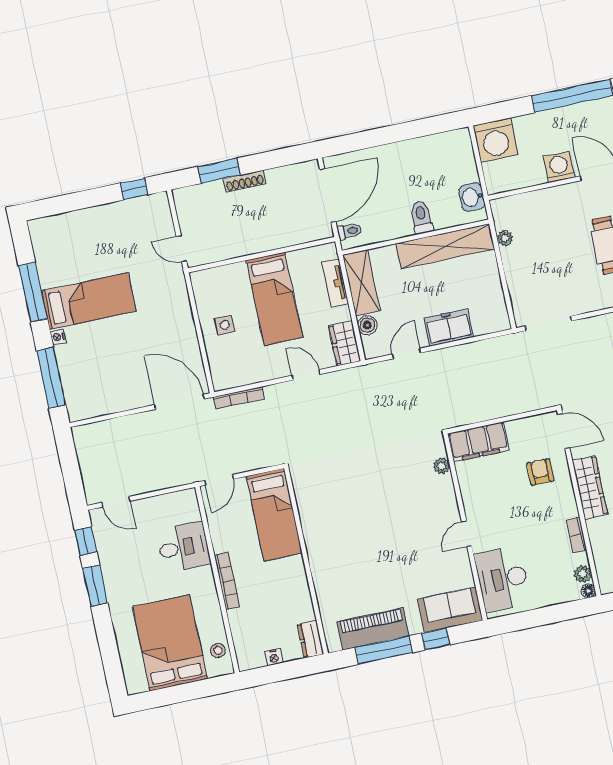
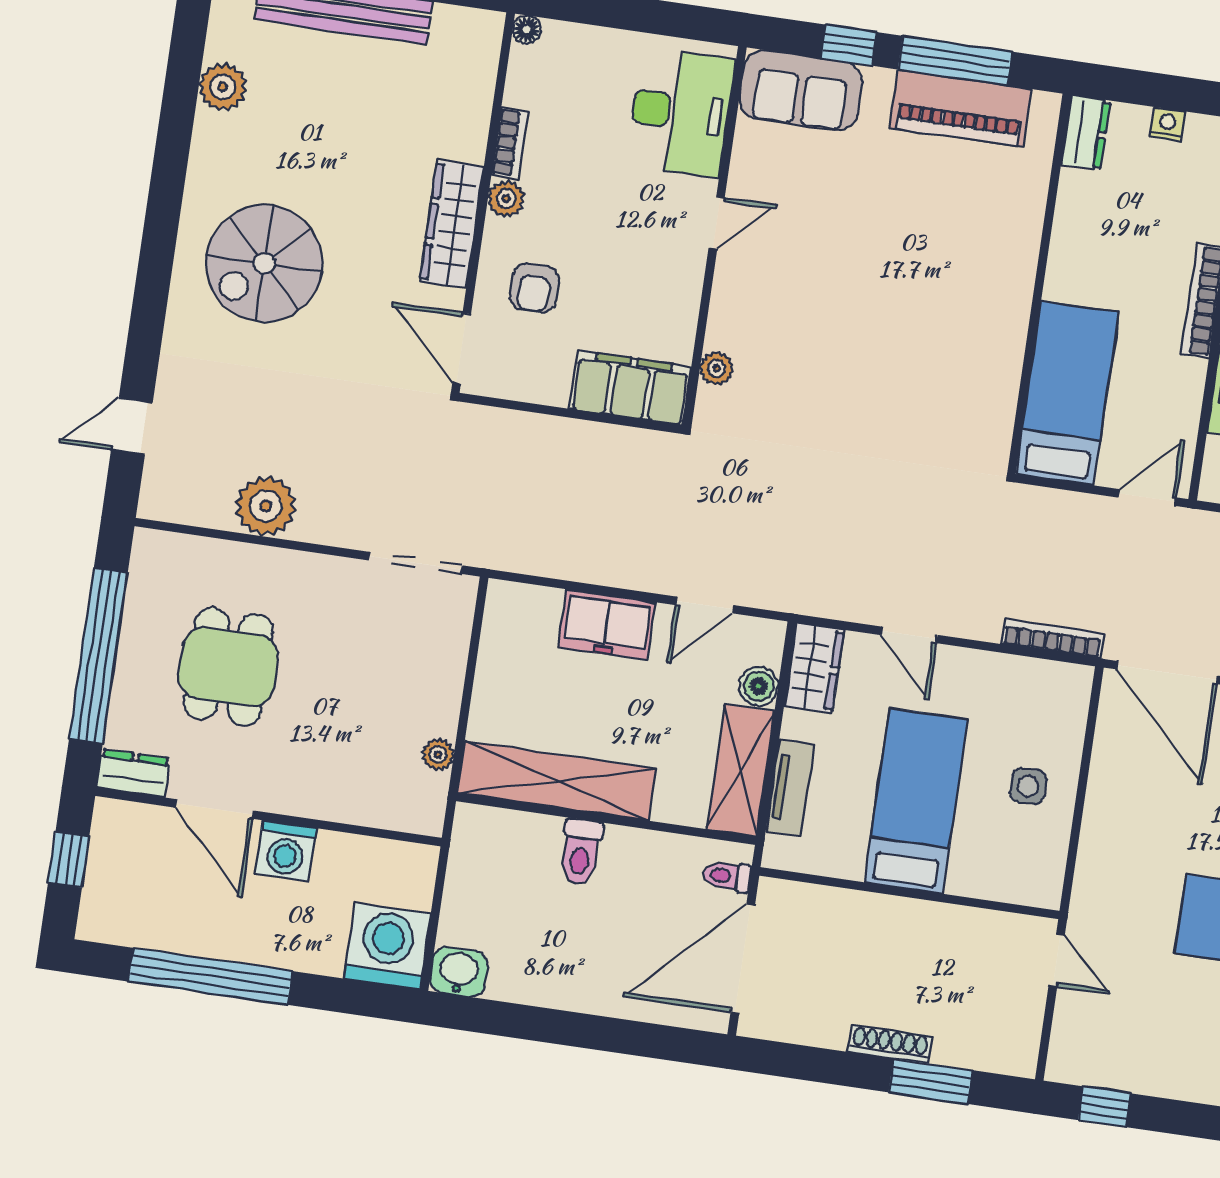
washbasin: (472, 197) -> (459, 972), moved, turned -90
plant: (583, 574) -> (506, 199), moved

